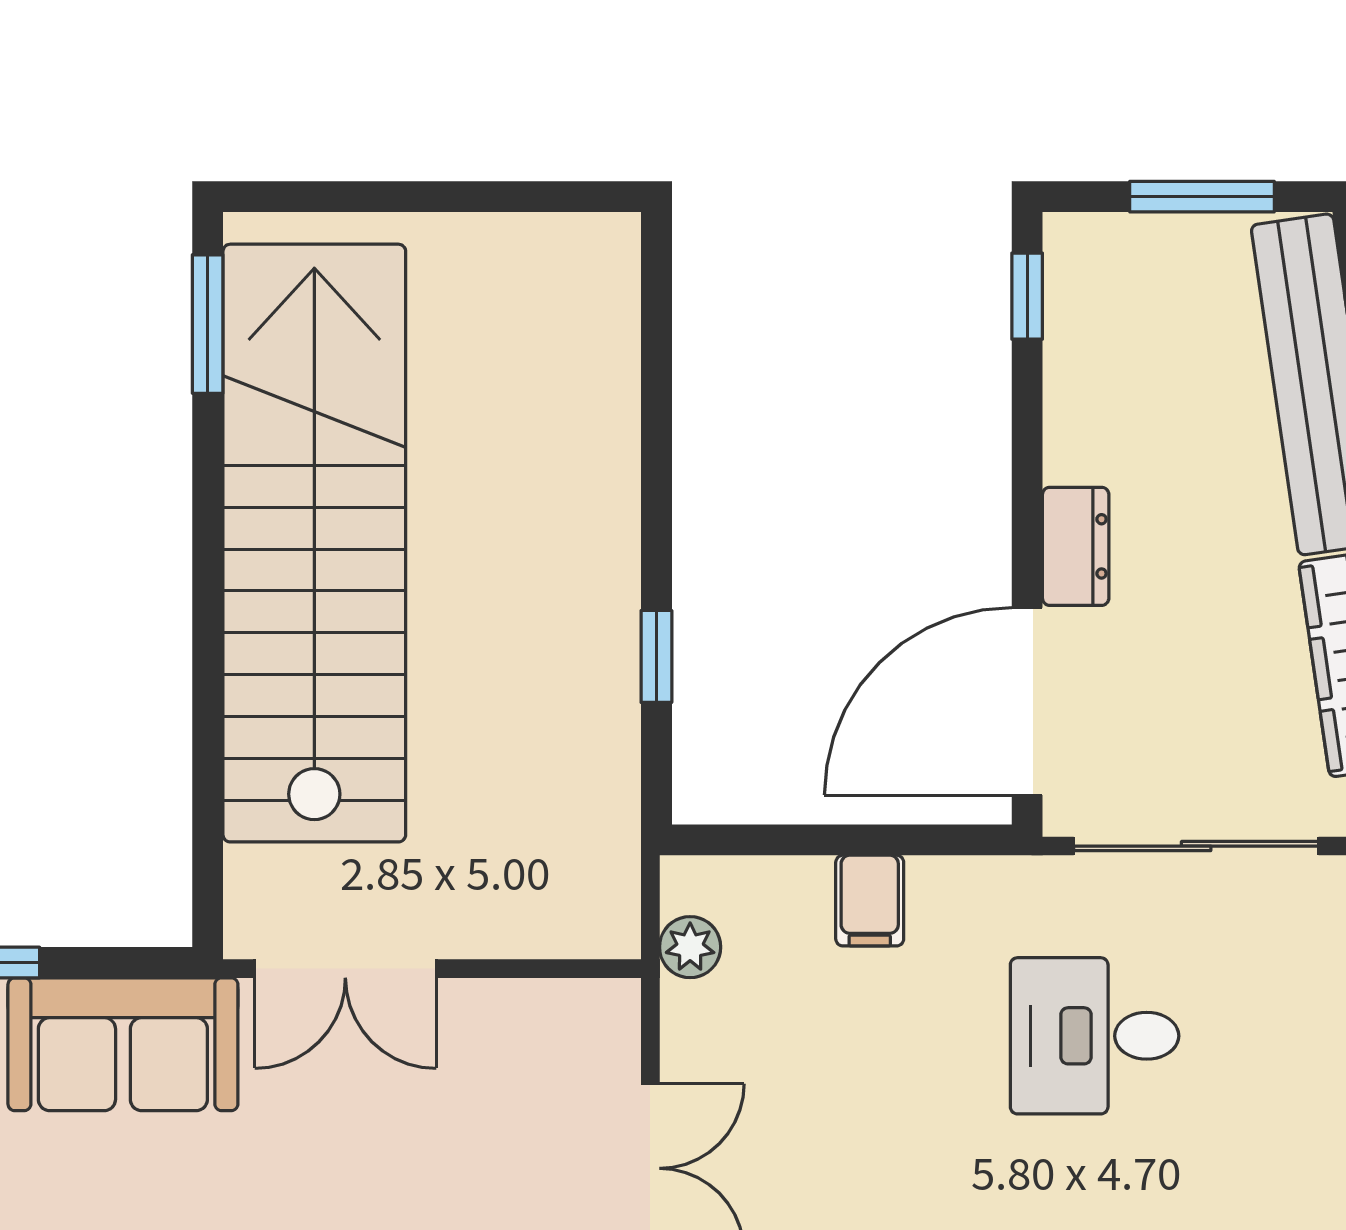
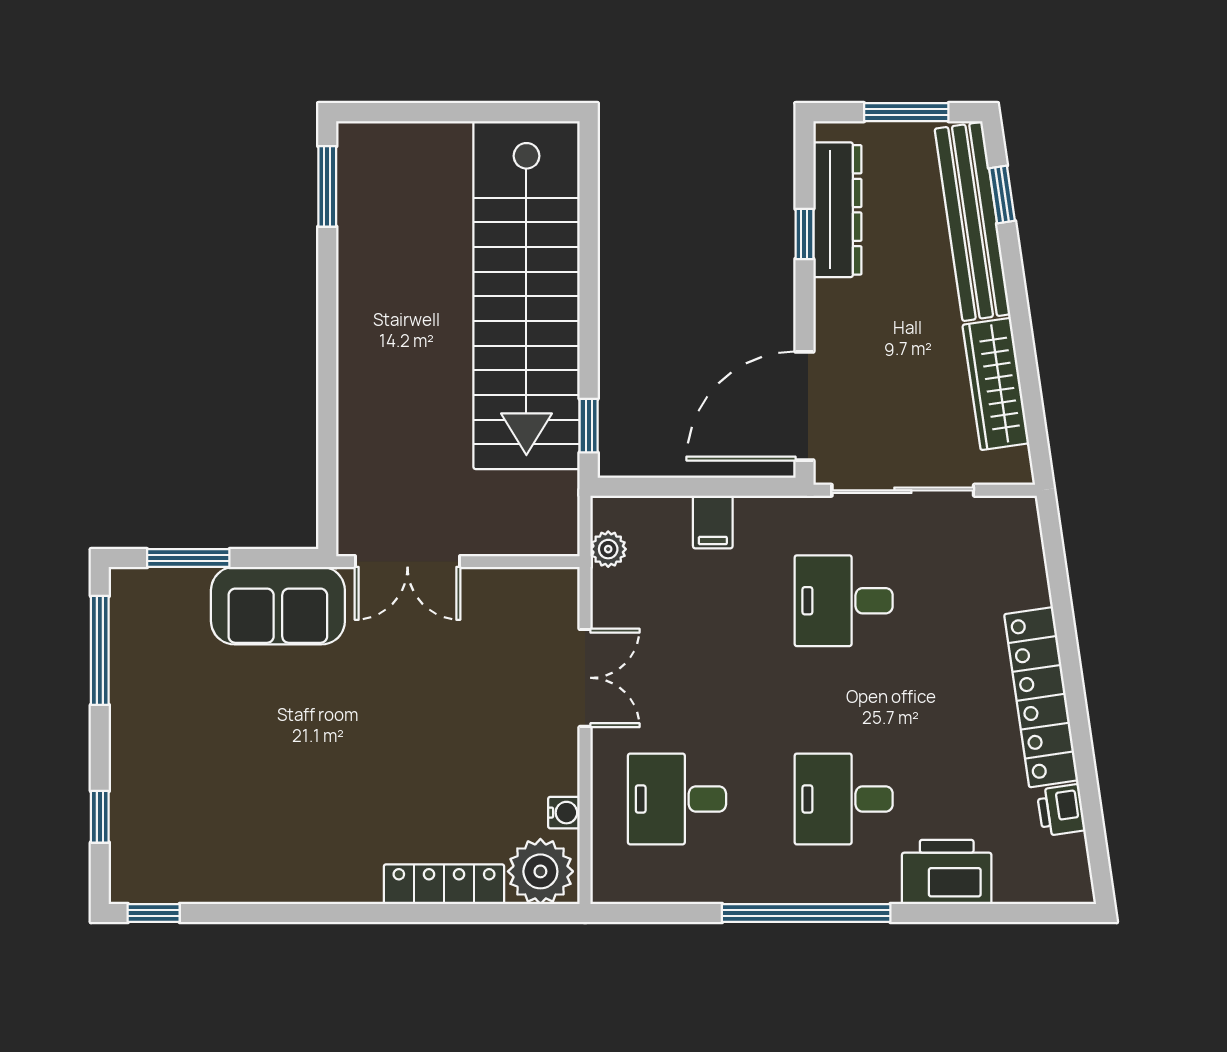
window: (1027, 296) -> (804, 234), moved
stairs: (314, 543) -> (526, 295), moved, turned 180
dresser: (1076, 546) -> (837, 210), moved, width x1.96, depth x1.24
window: (656, 656) -> (589, 426), moved

